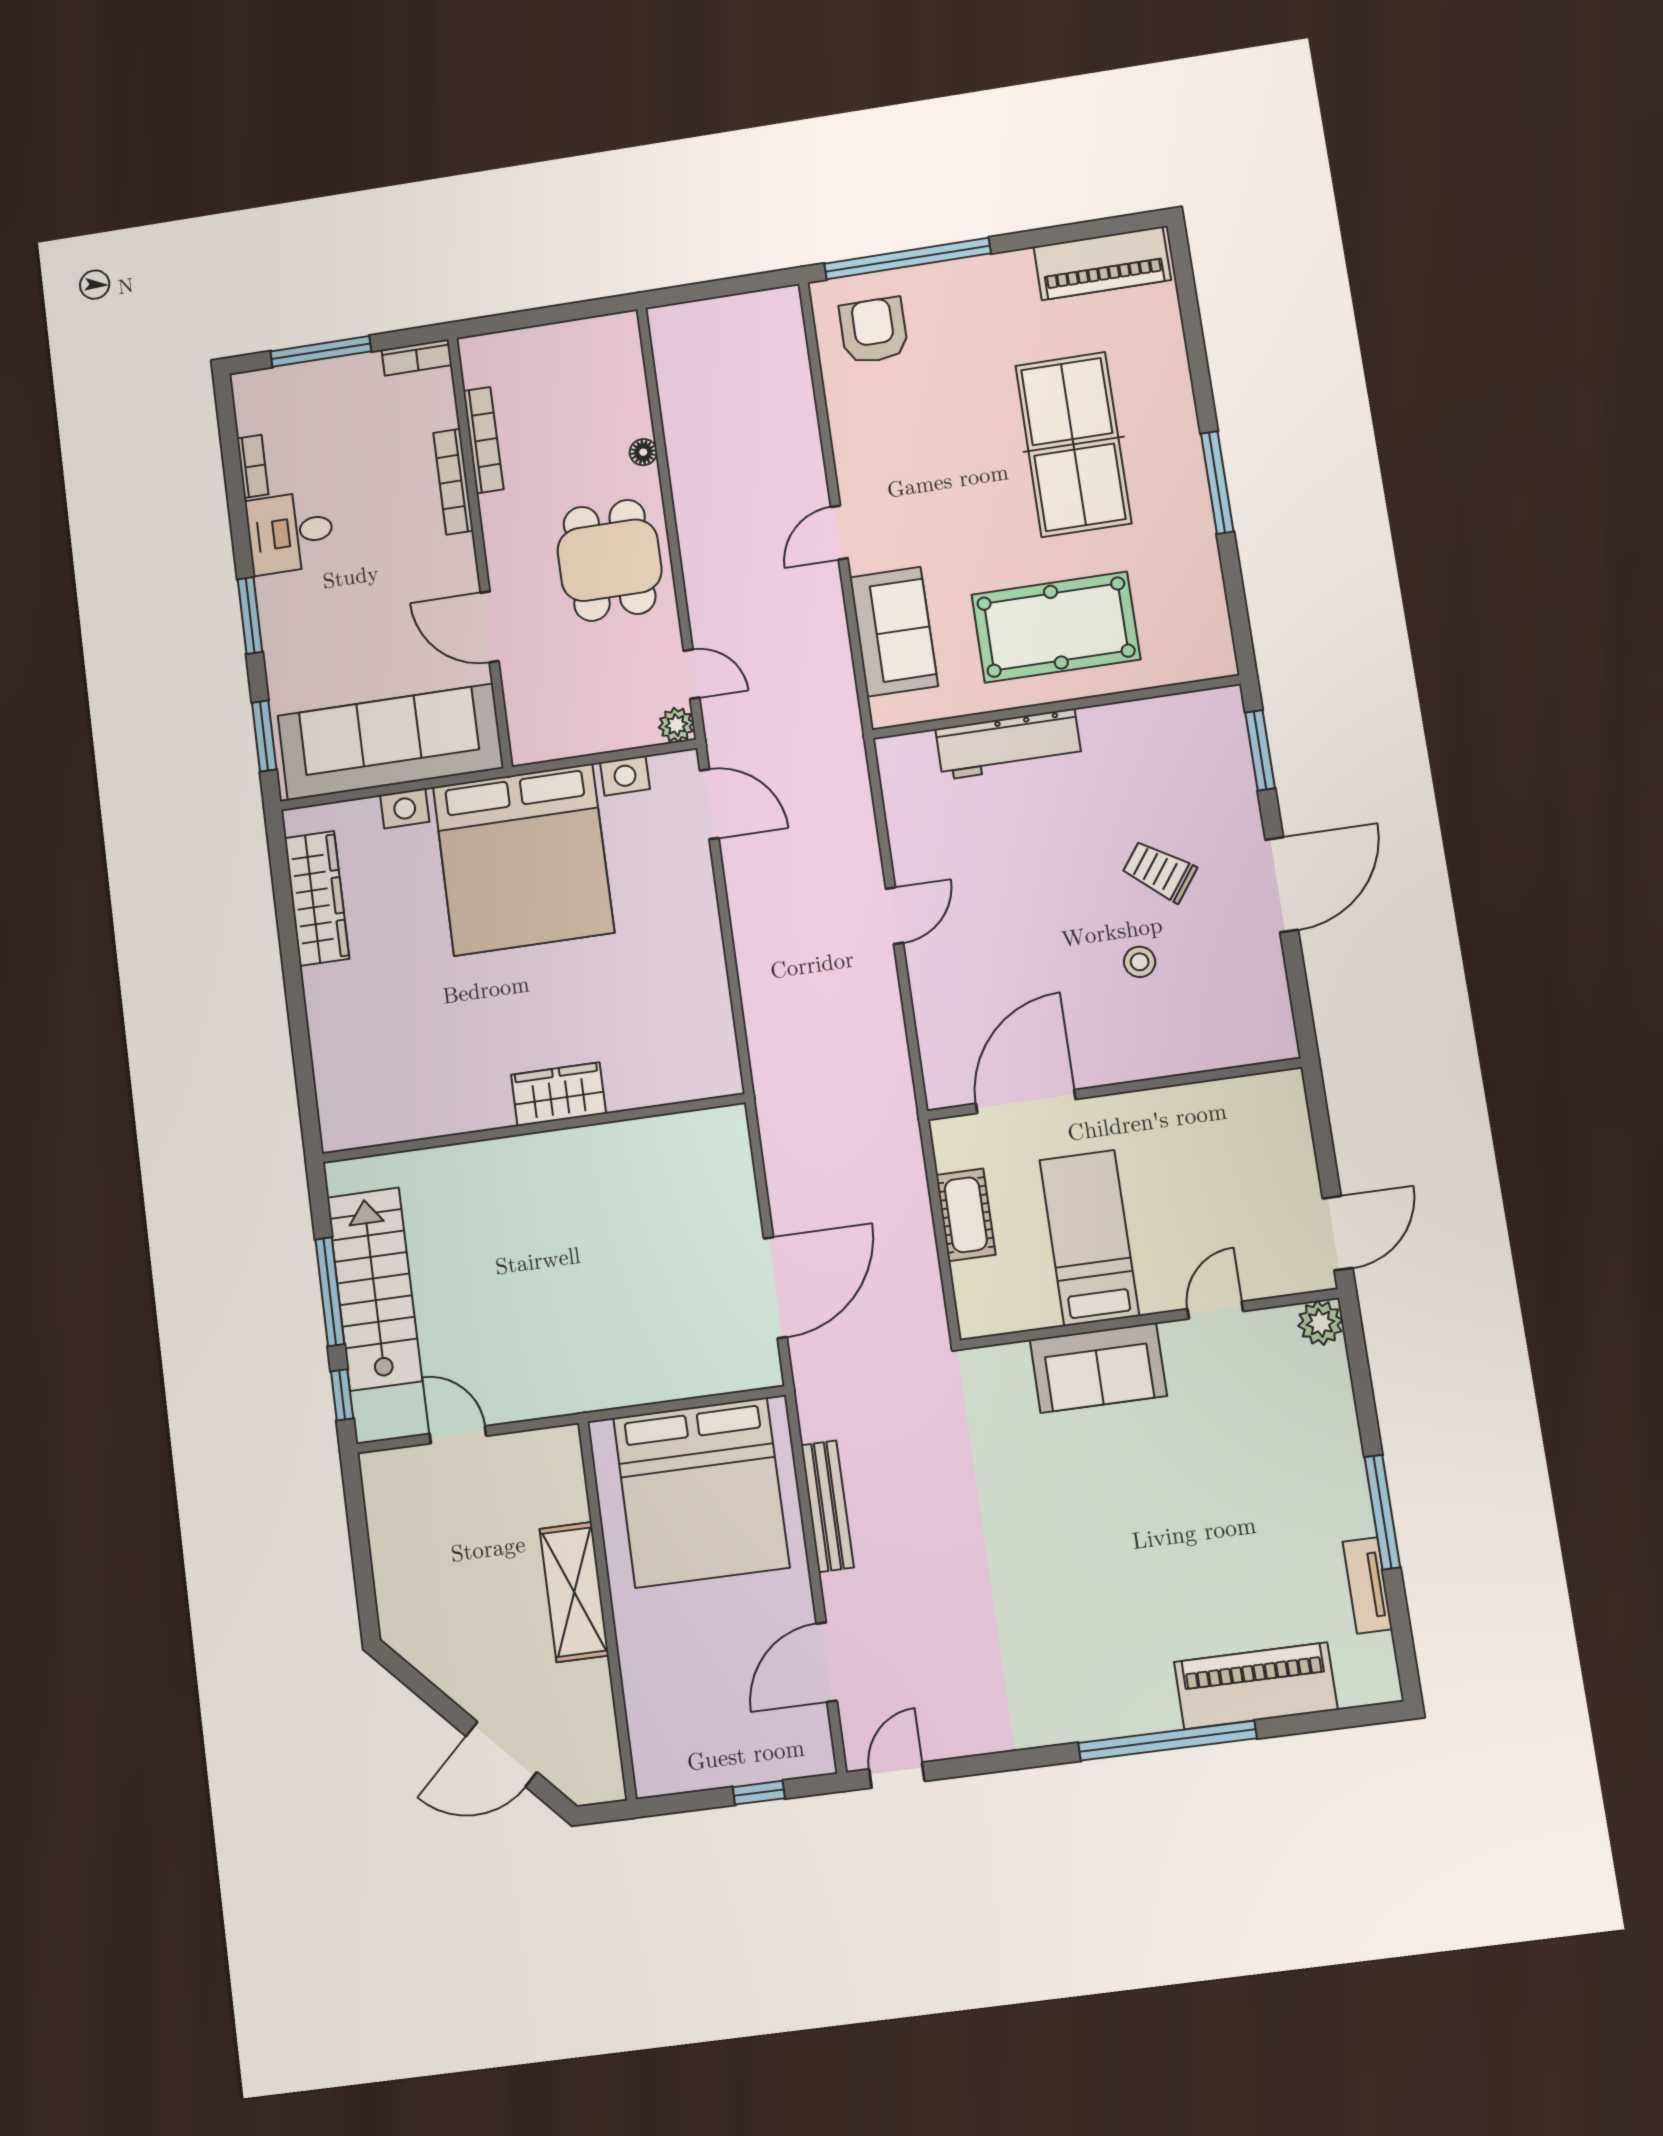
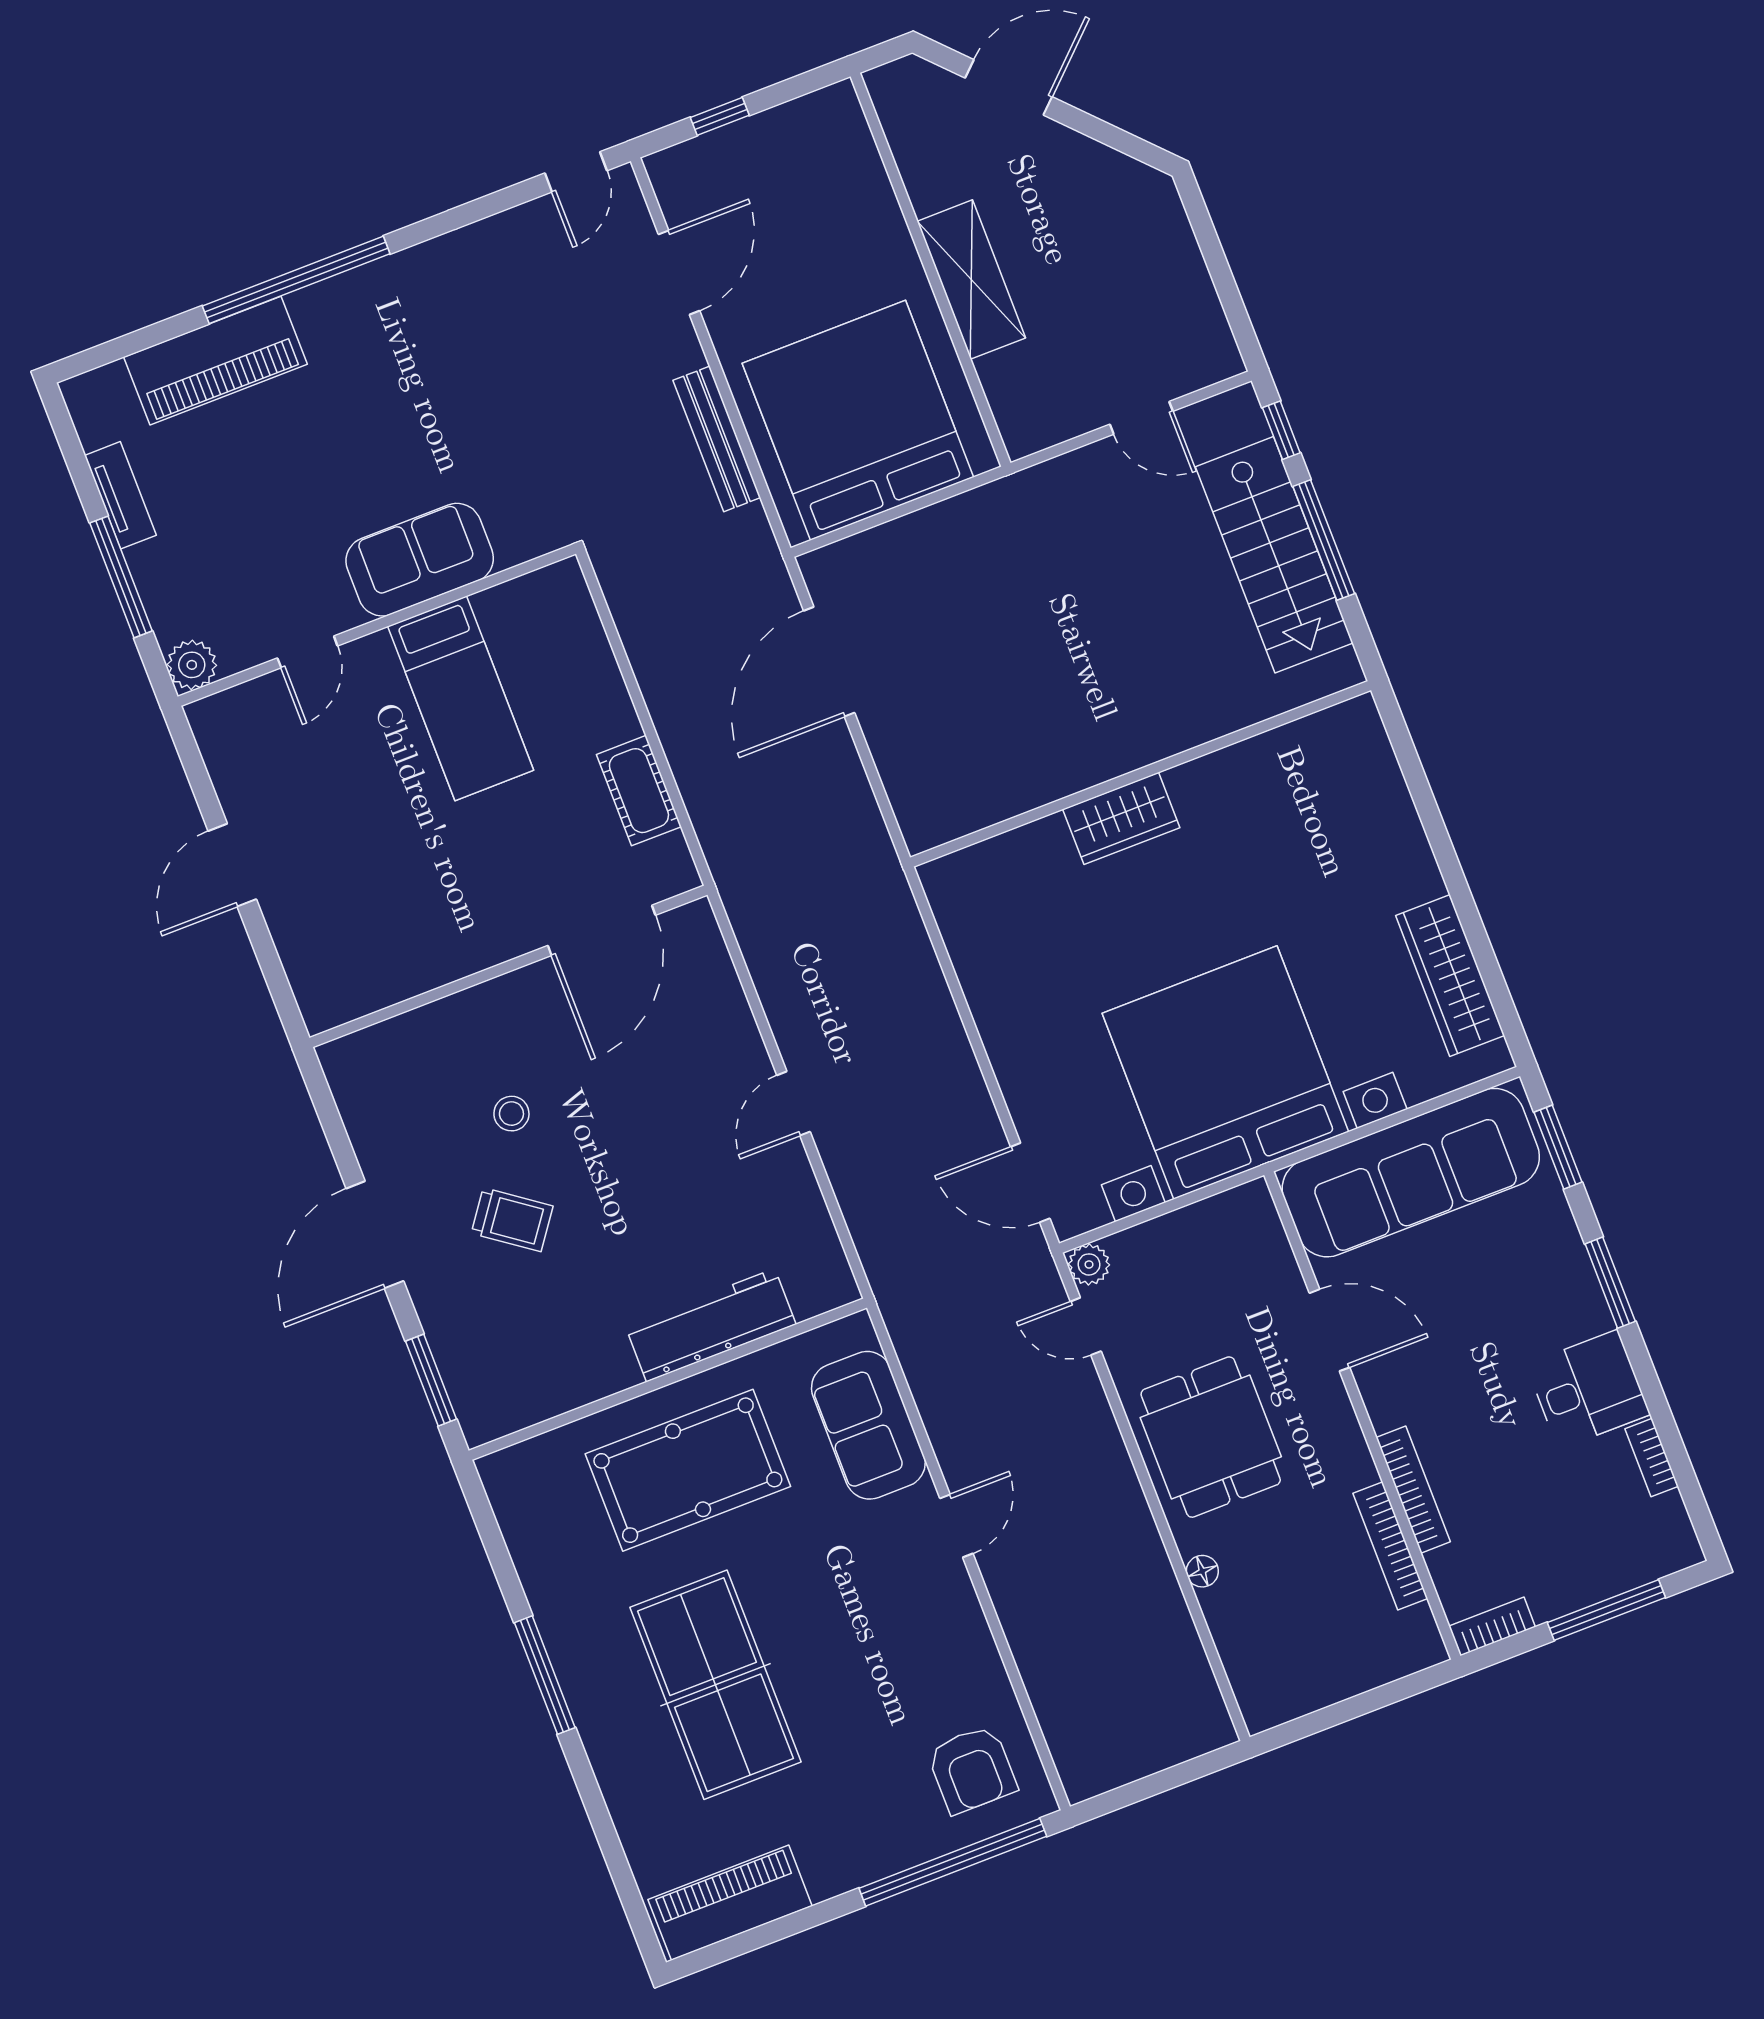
bed: (1089, 1238) -> (461, 698), moved
door: (1215, 1310) -> (307, 652), moved
wall: (1149, 1319) -> (377, 625), moved
plant: (1320, 1323) -> (192, 665), moved
sofa: (1098, 1368) -> (420, 560), moved

